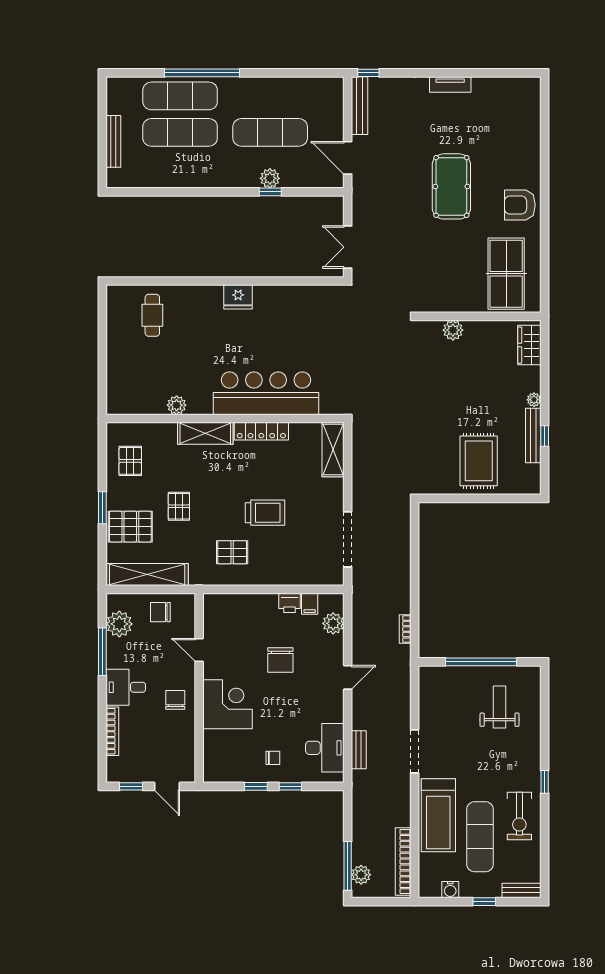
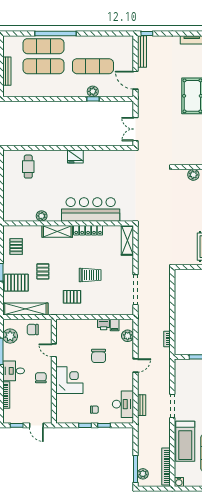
water cooler: (450, 890) -> (179, 482), moved

